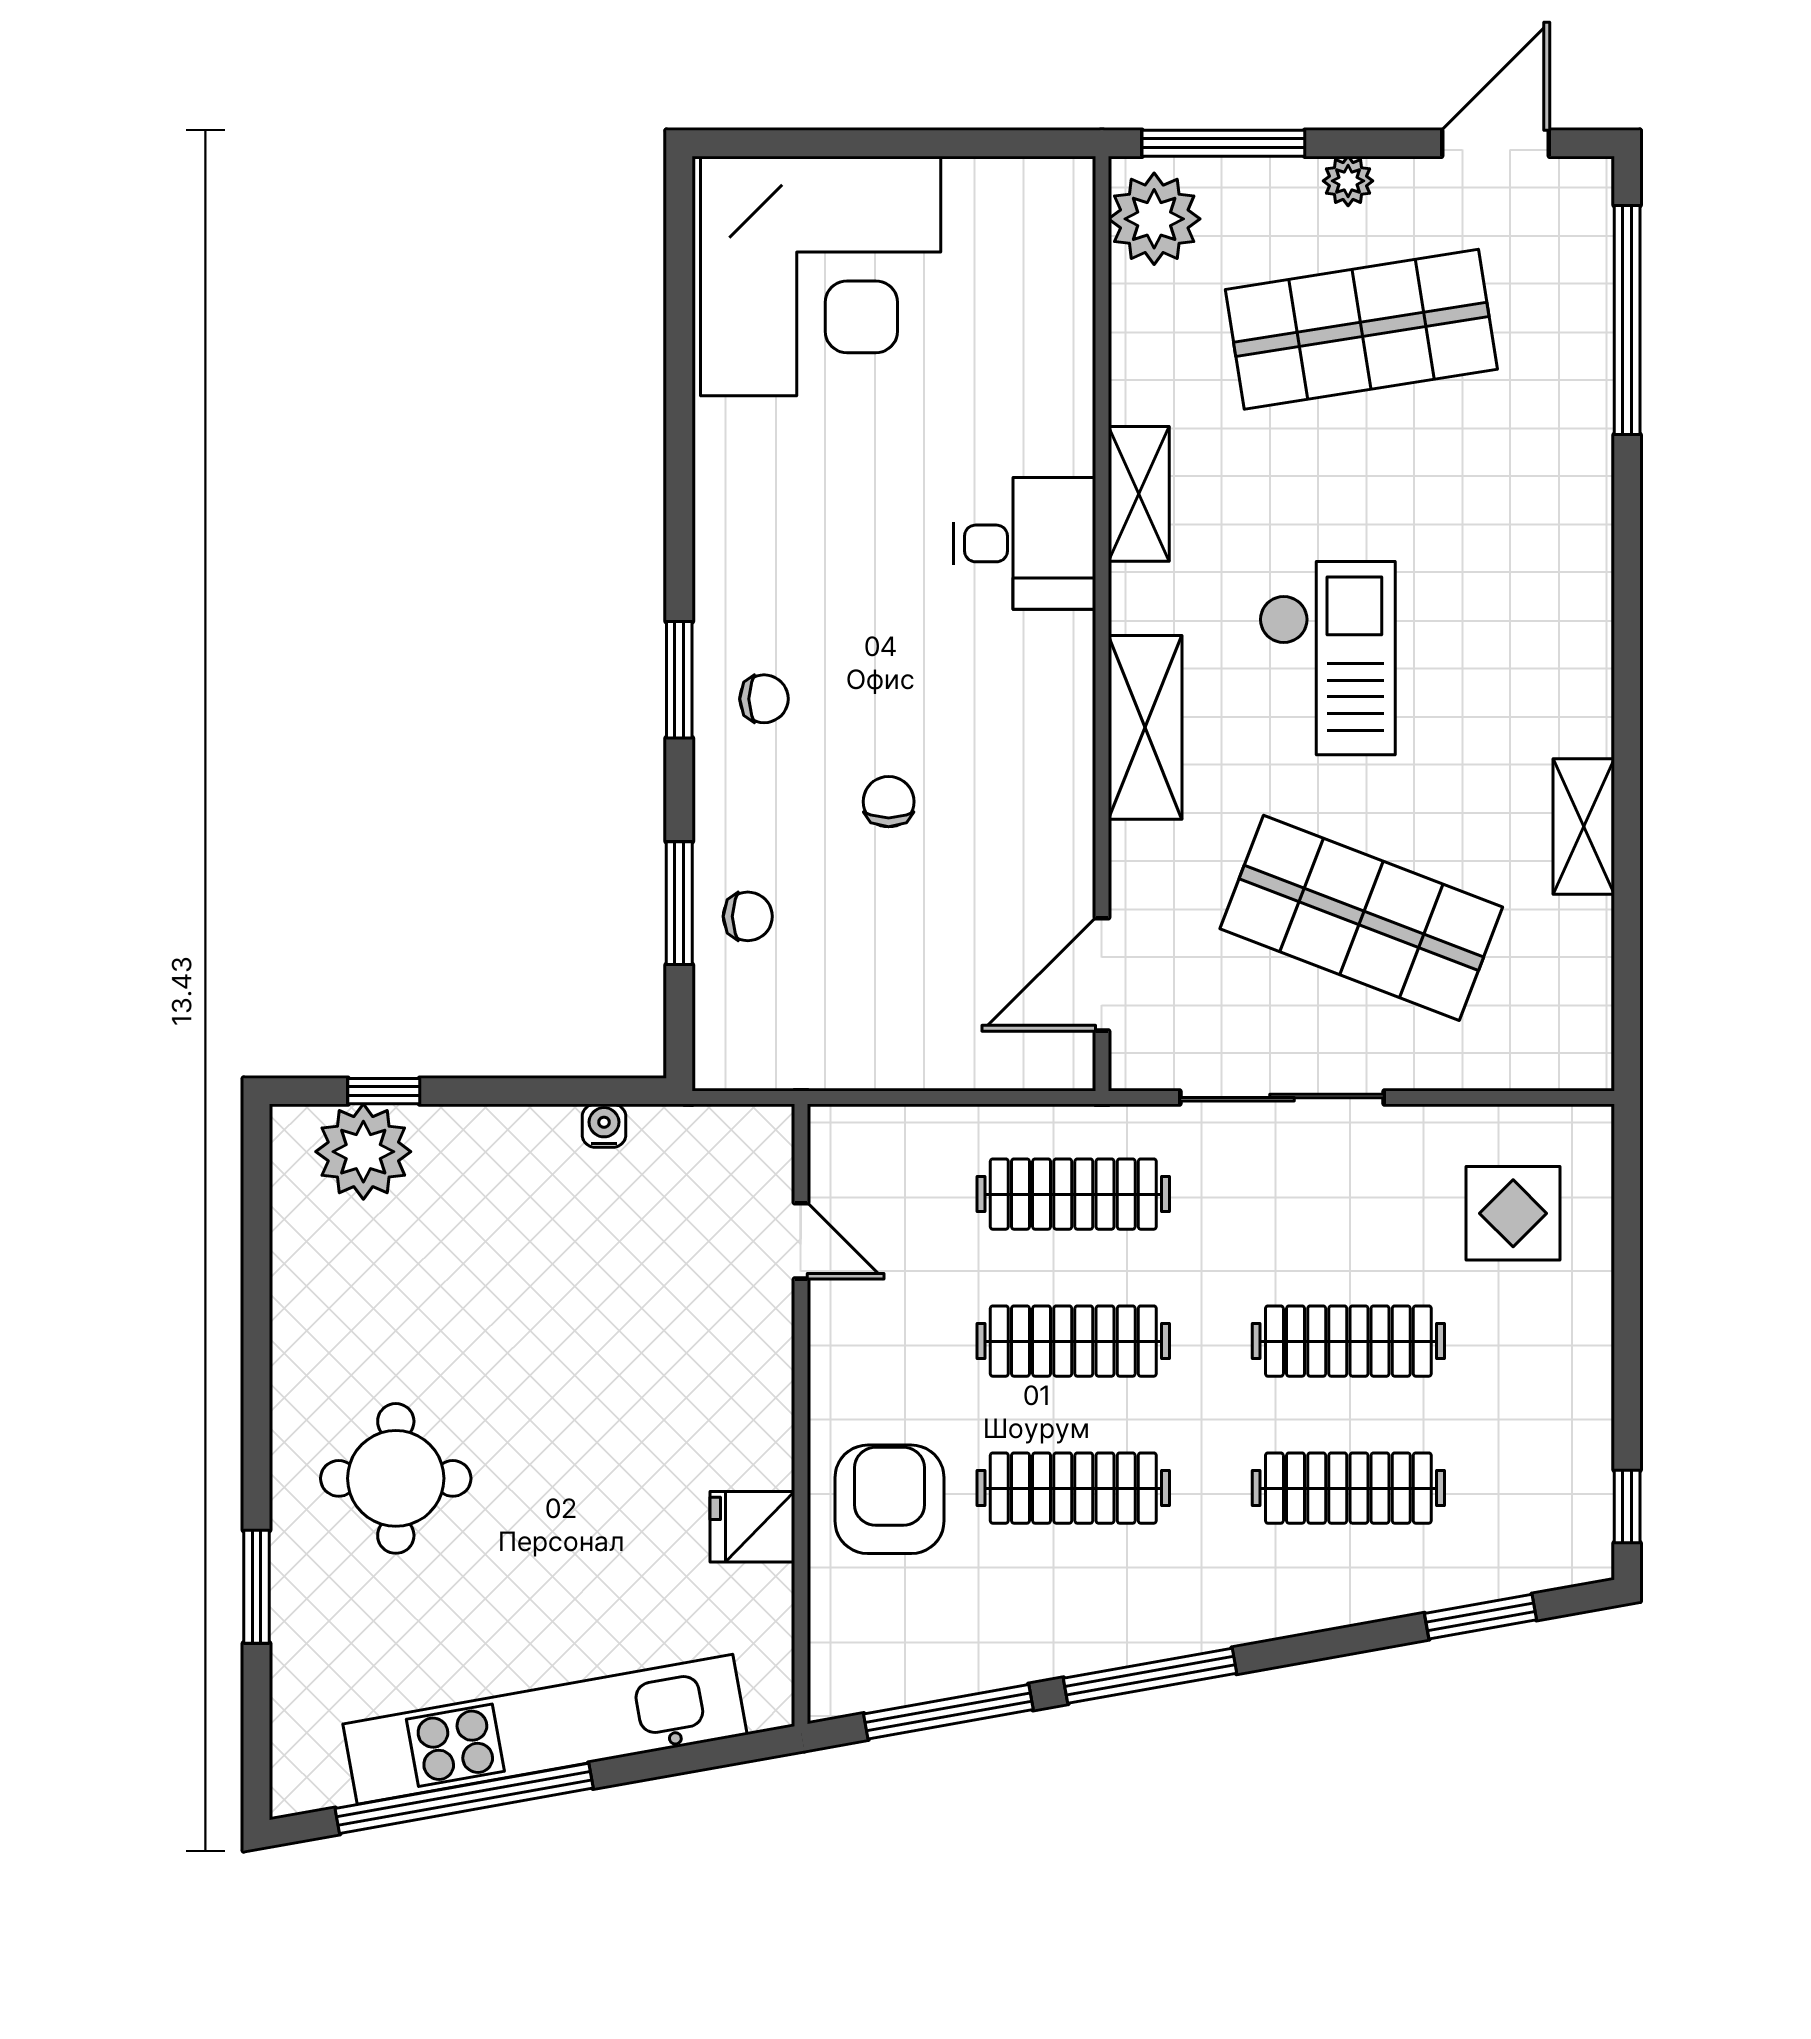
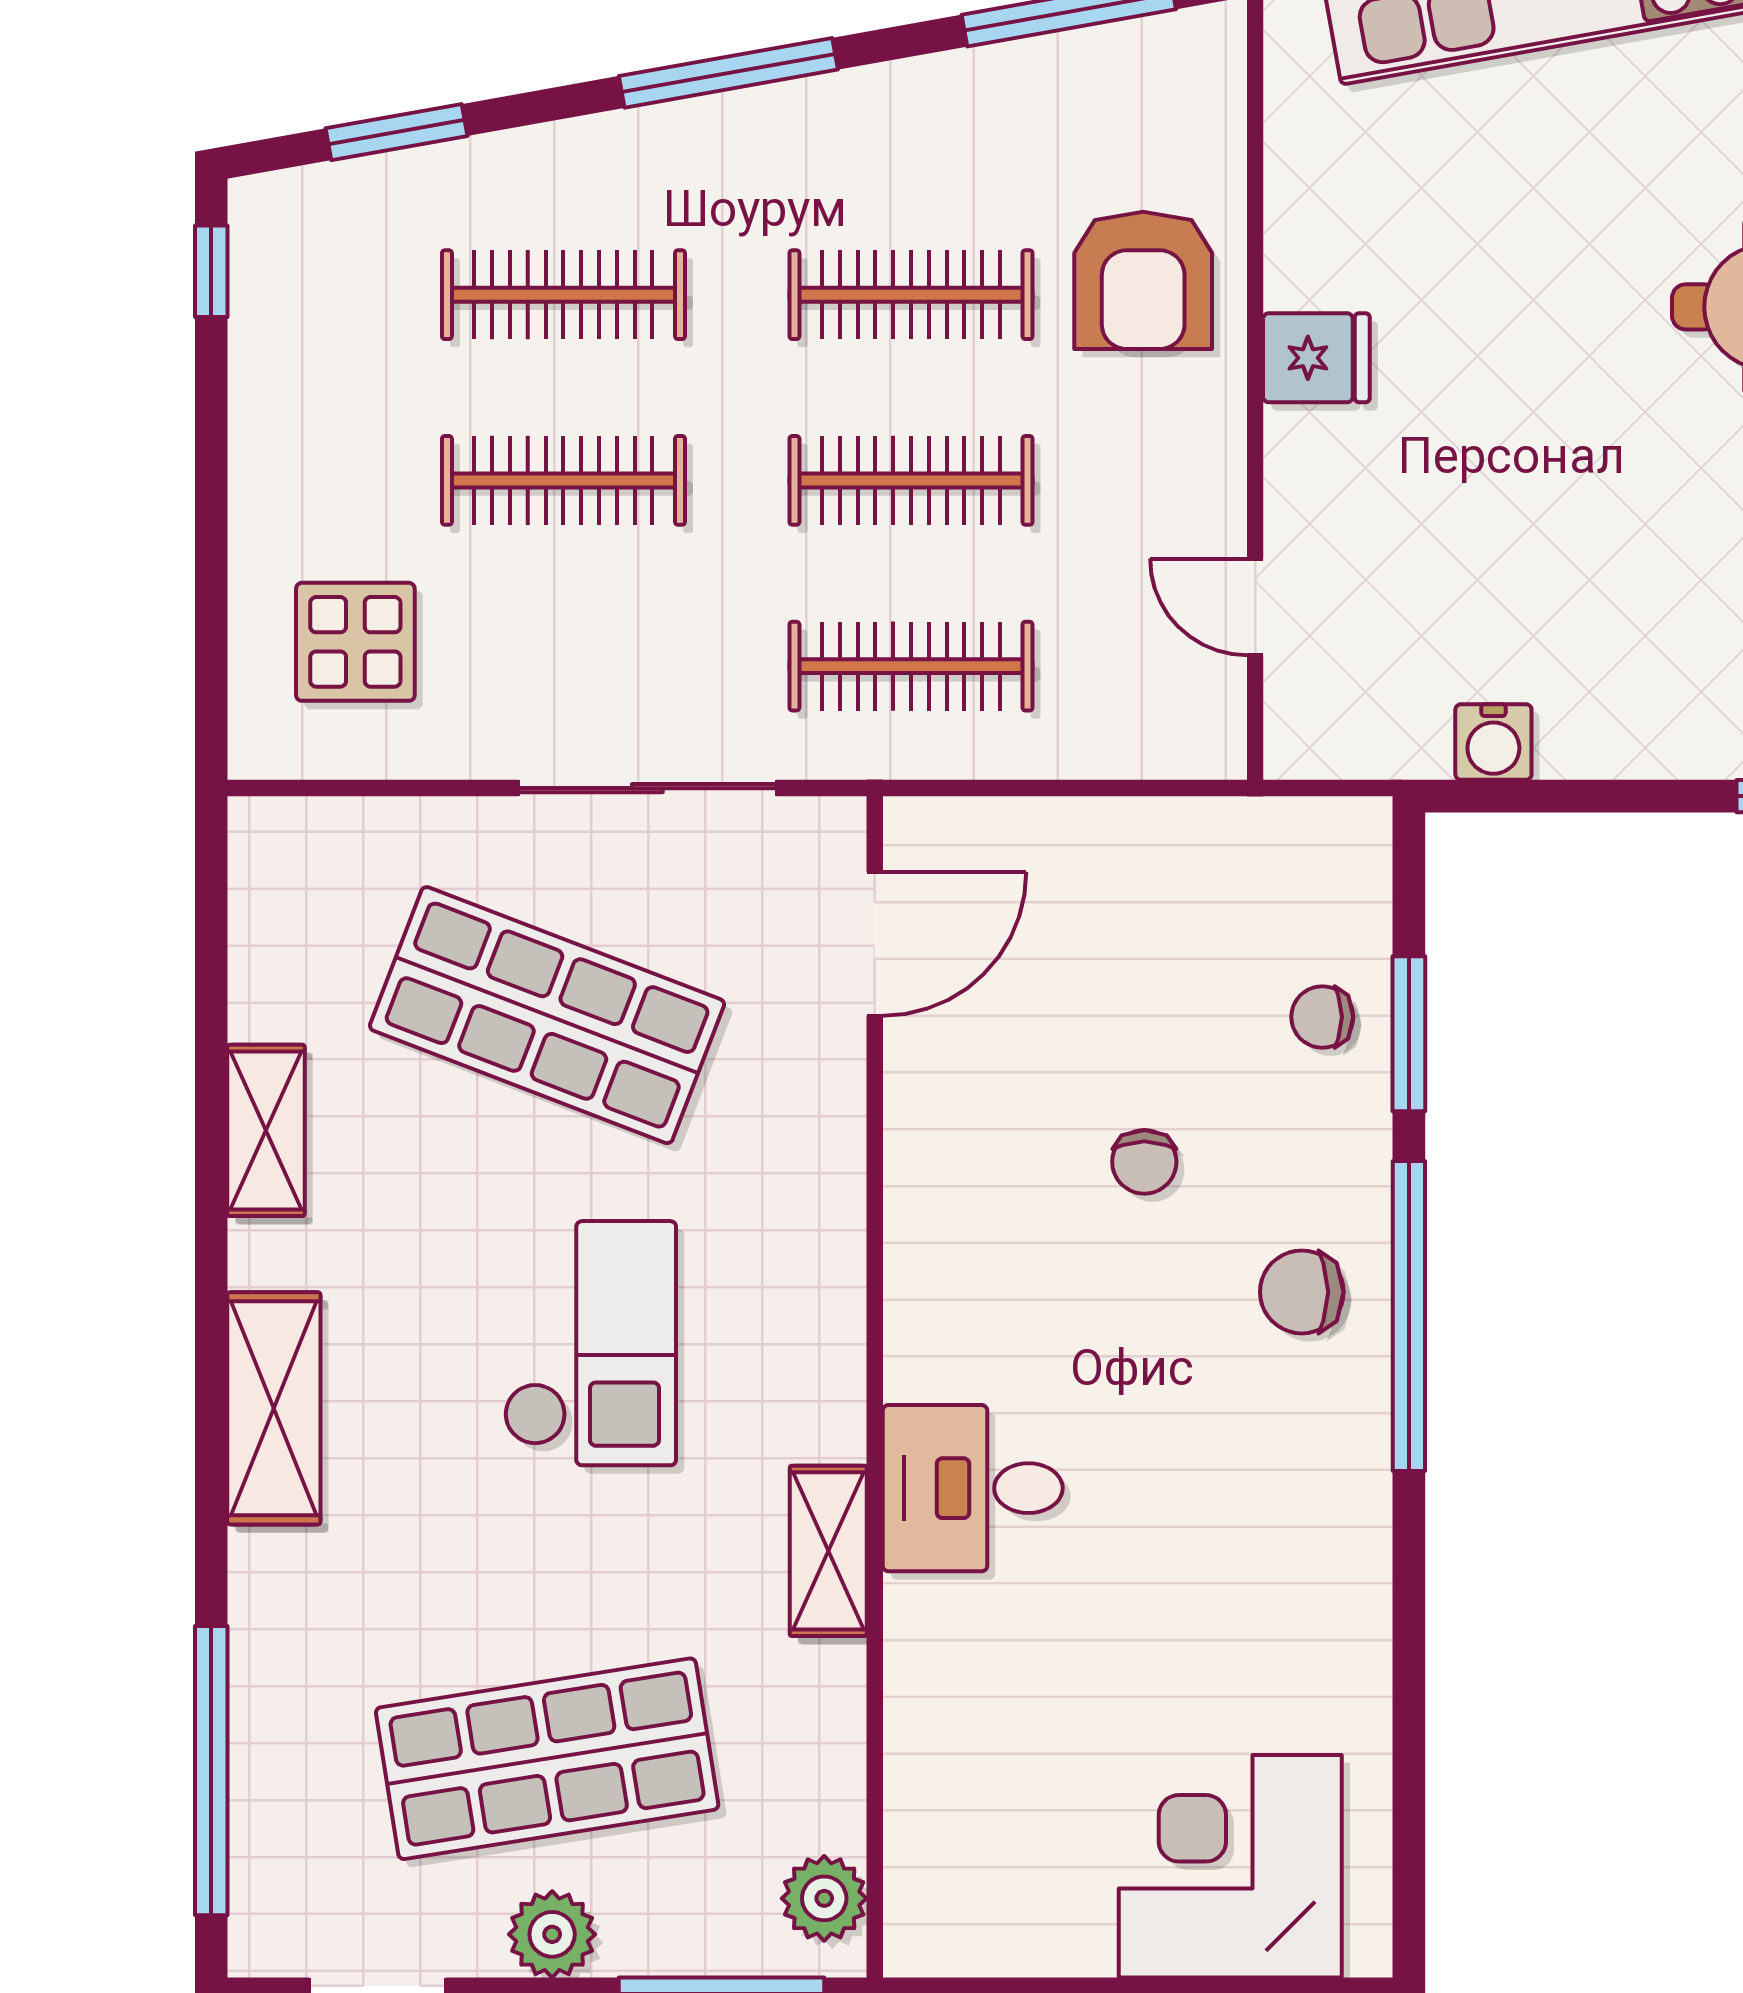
plant: (1348, 181) -> (552, 1934), width x1.38, depth x1.38
plant: (1154, 219) -> (824, 1898), width x0.73, depth x0.73
corner desk: (821, 276) -> (1230, 1866), width x0.74, depth x0.74
checkout: (1327, 658) -> (590, 1343), turned 180
window: (679, 680) -> (1409, 1316), width x2.11
chair: (764, 699) -> (1302, 1292), width x1.37, depth x1.37
shelving: (1145, 727) -> (274, 1408), moved
water cooler: (604, 1126) -> (1493, 742), width x1.38, depth x1.38
fridge: (752, 1527) -> (1316, 358), moved
window: (1150, 1676) -> (728, 73), moved

